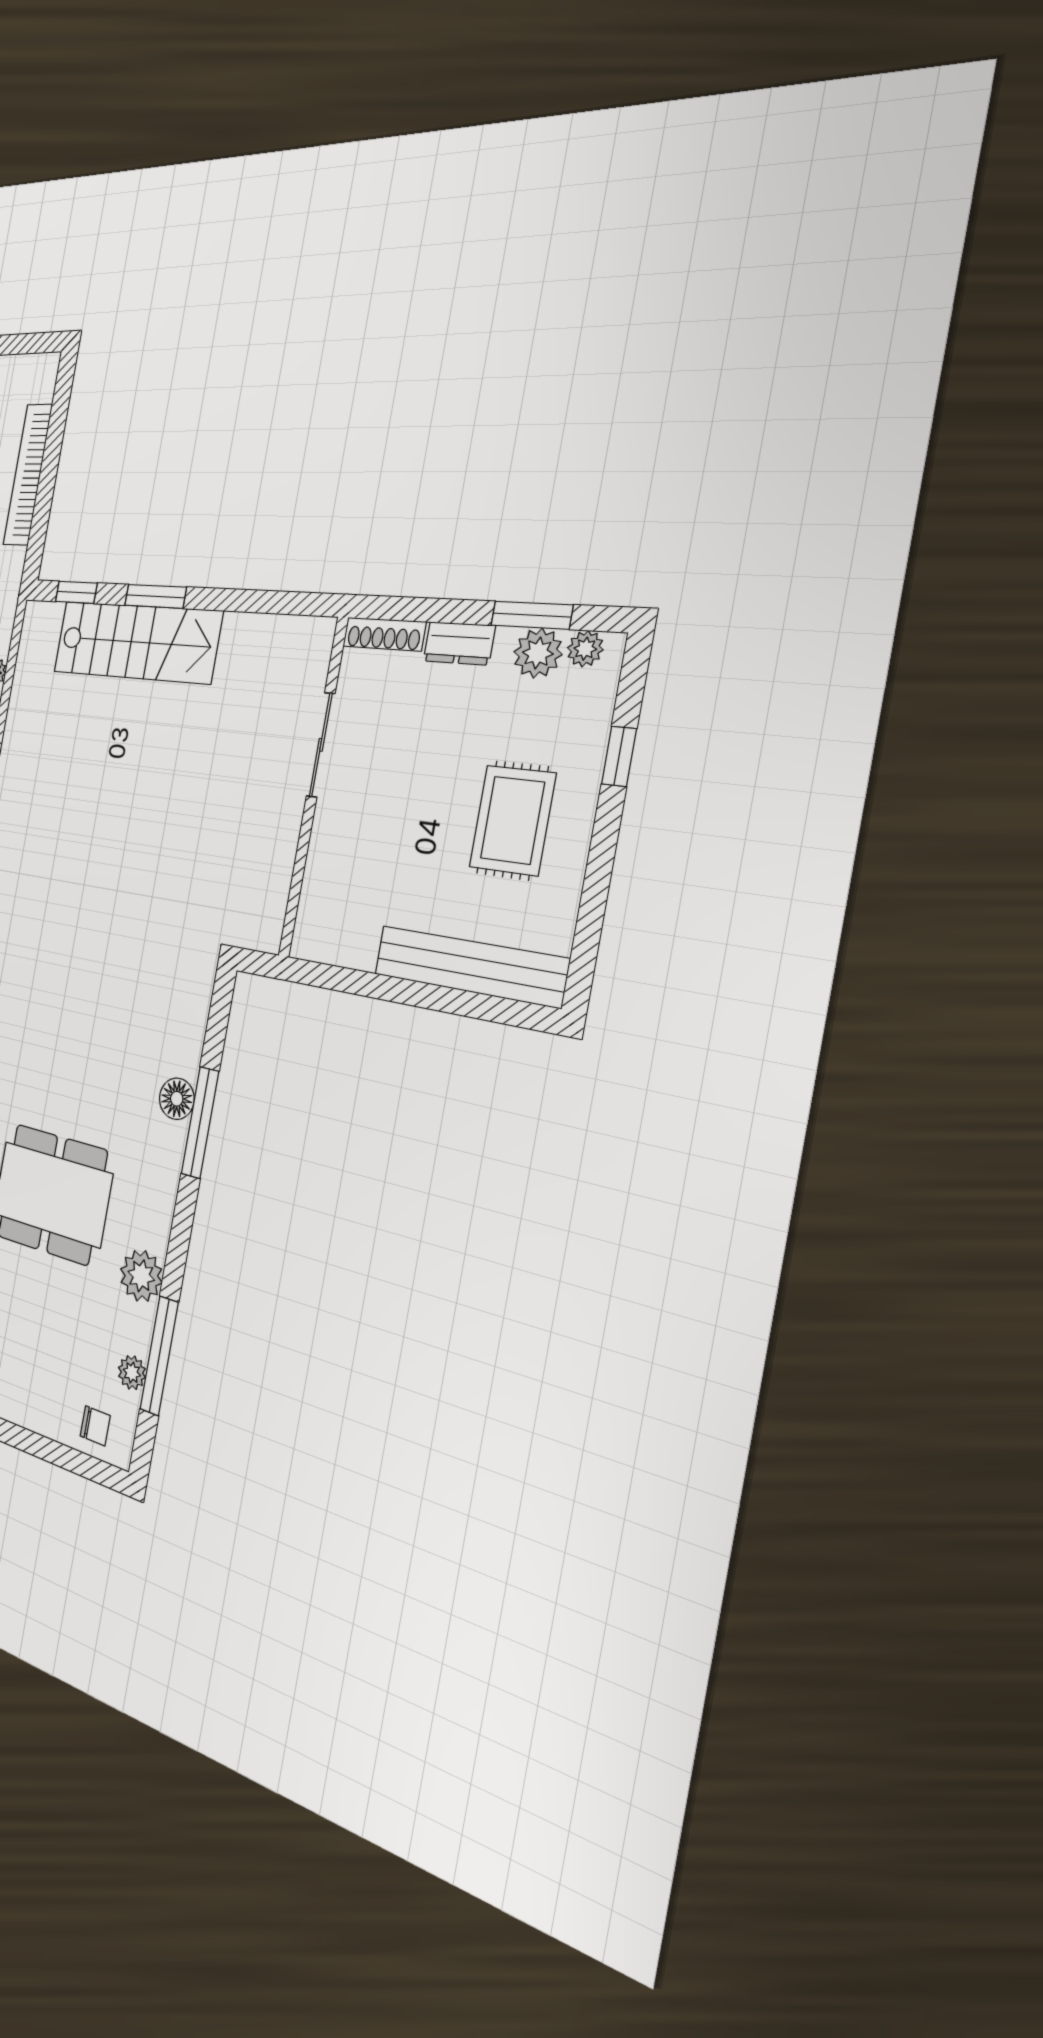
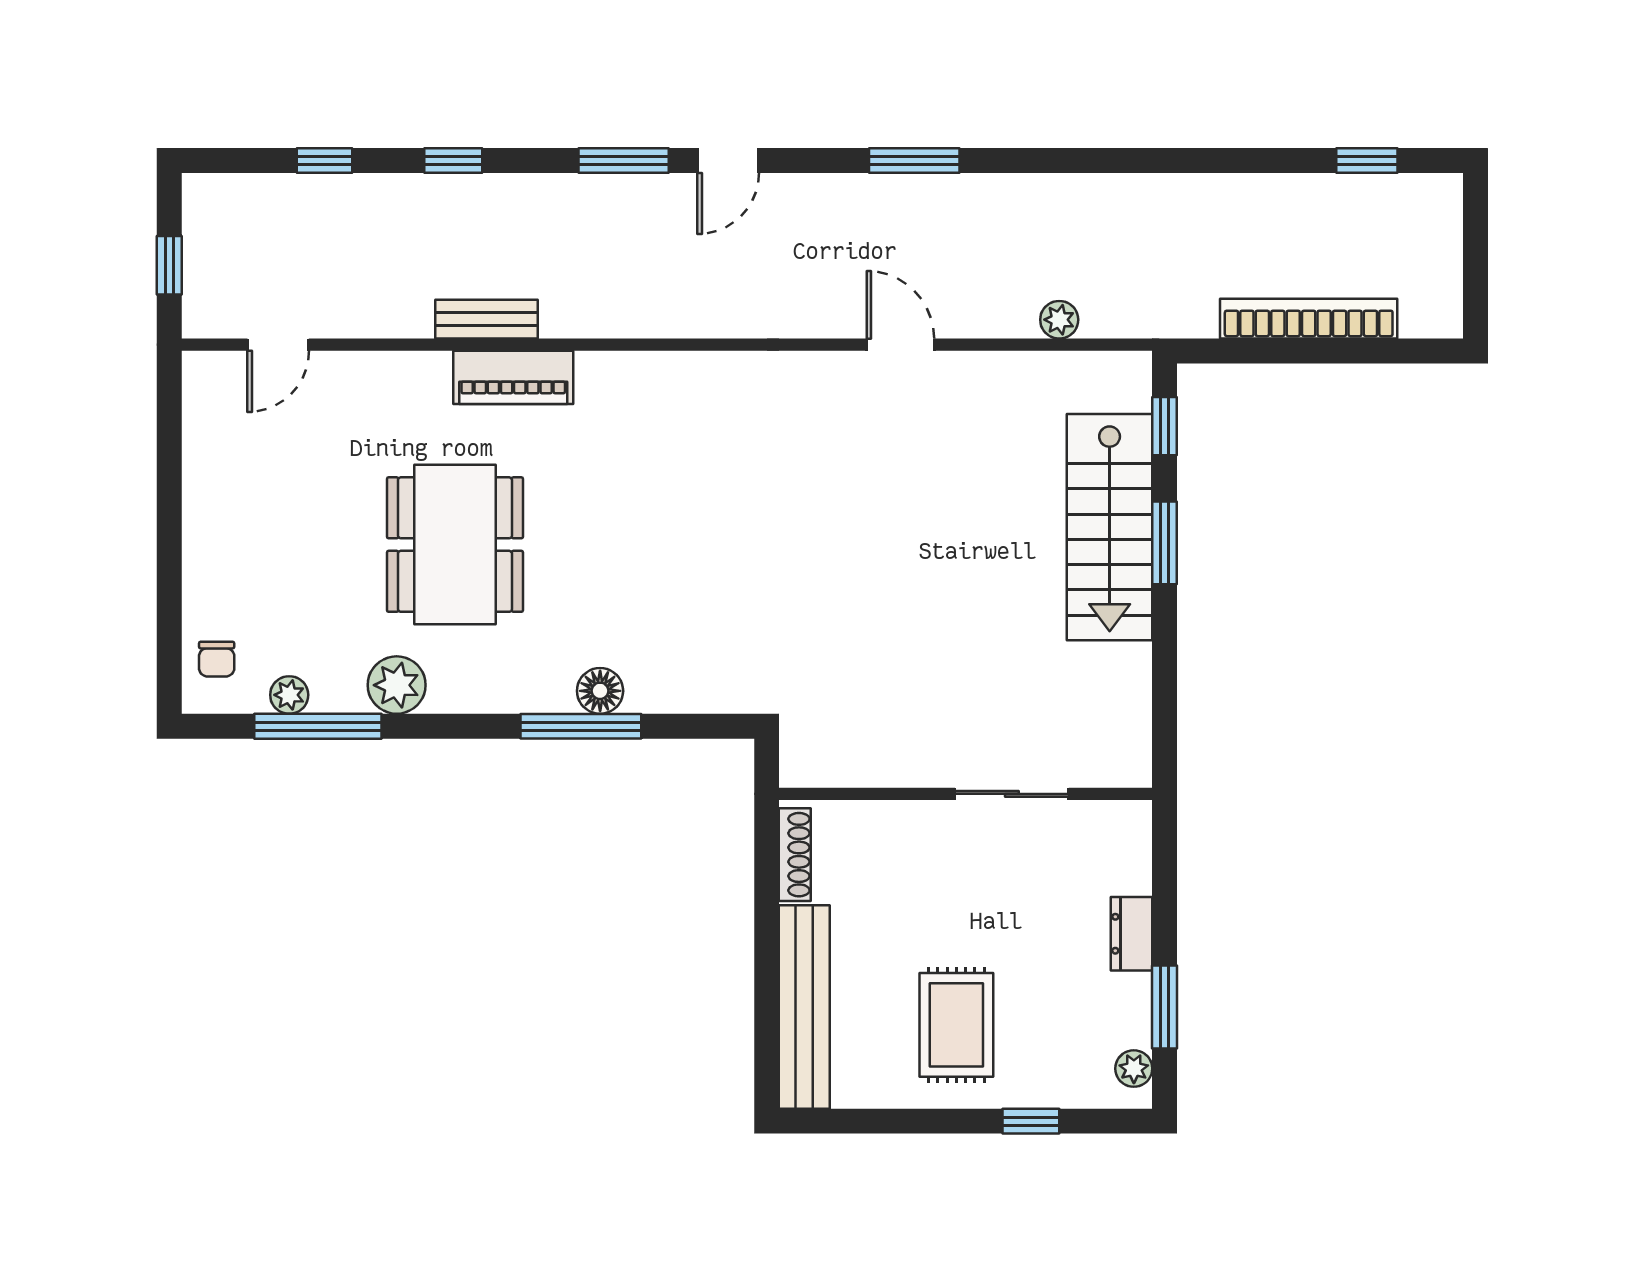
shoe rack: (384, 634) -> (795, 855), moved, turned 180
plant: (538, 653) -> (1127, 1021), removed
rug: (512, 820) -> (956, 1025), turned 90

